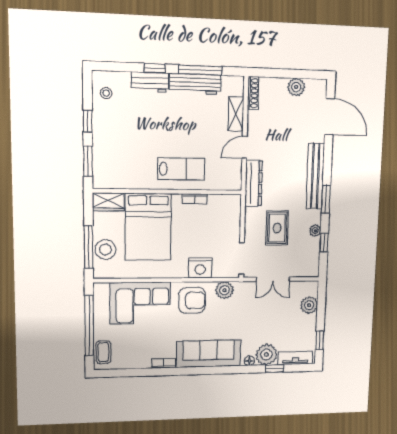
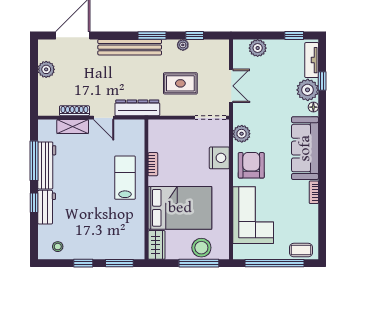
shoe rack: (253, 93) -> (74, 111), moved

